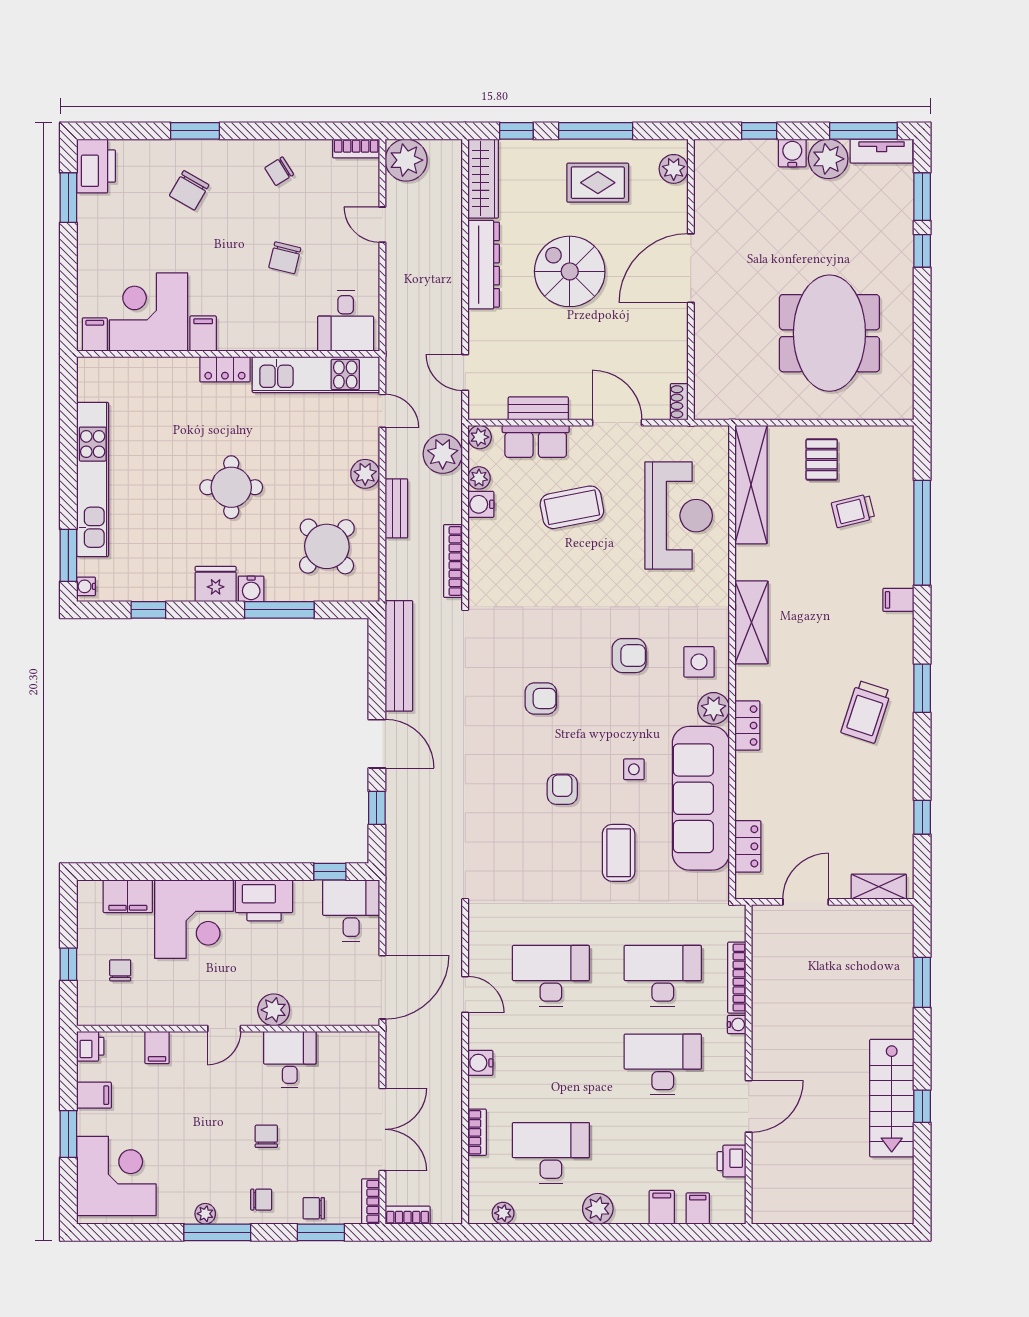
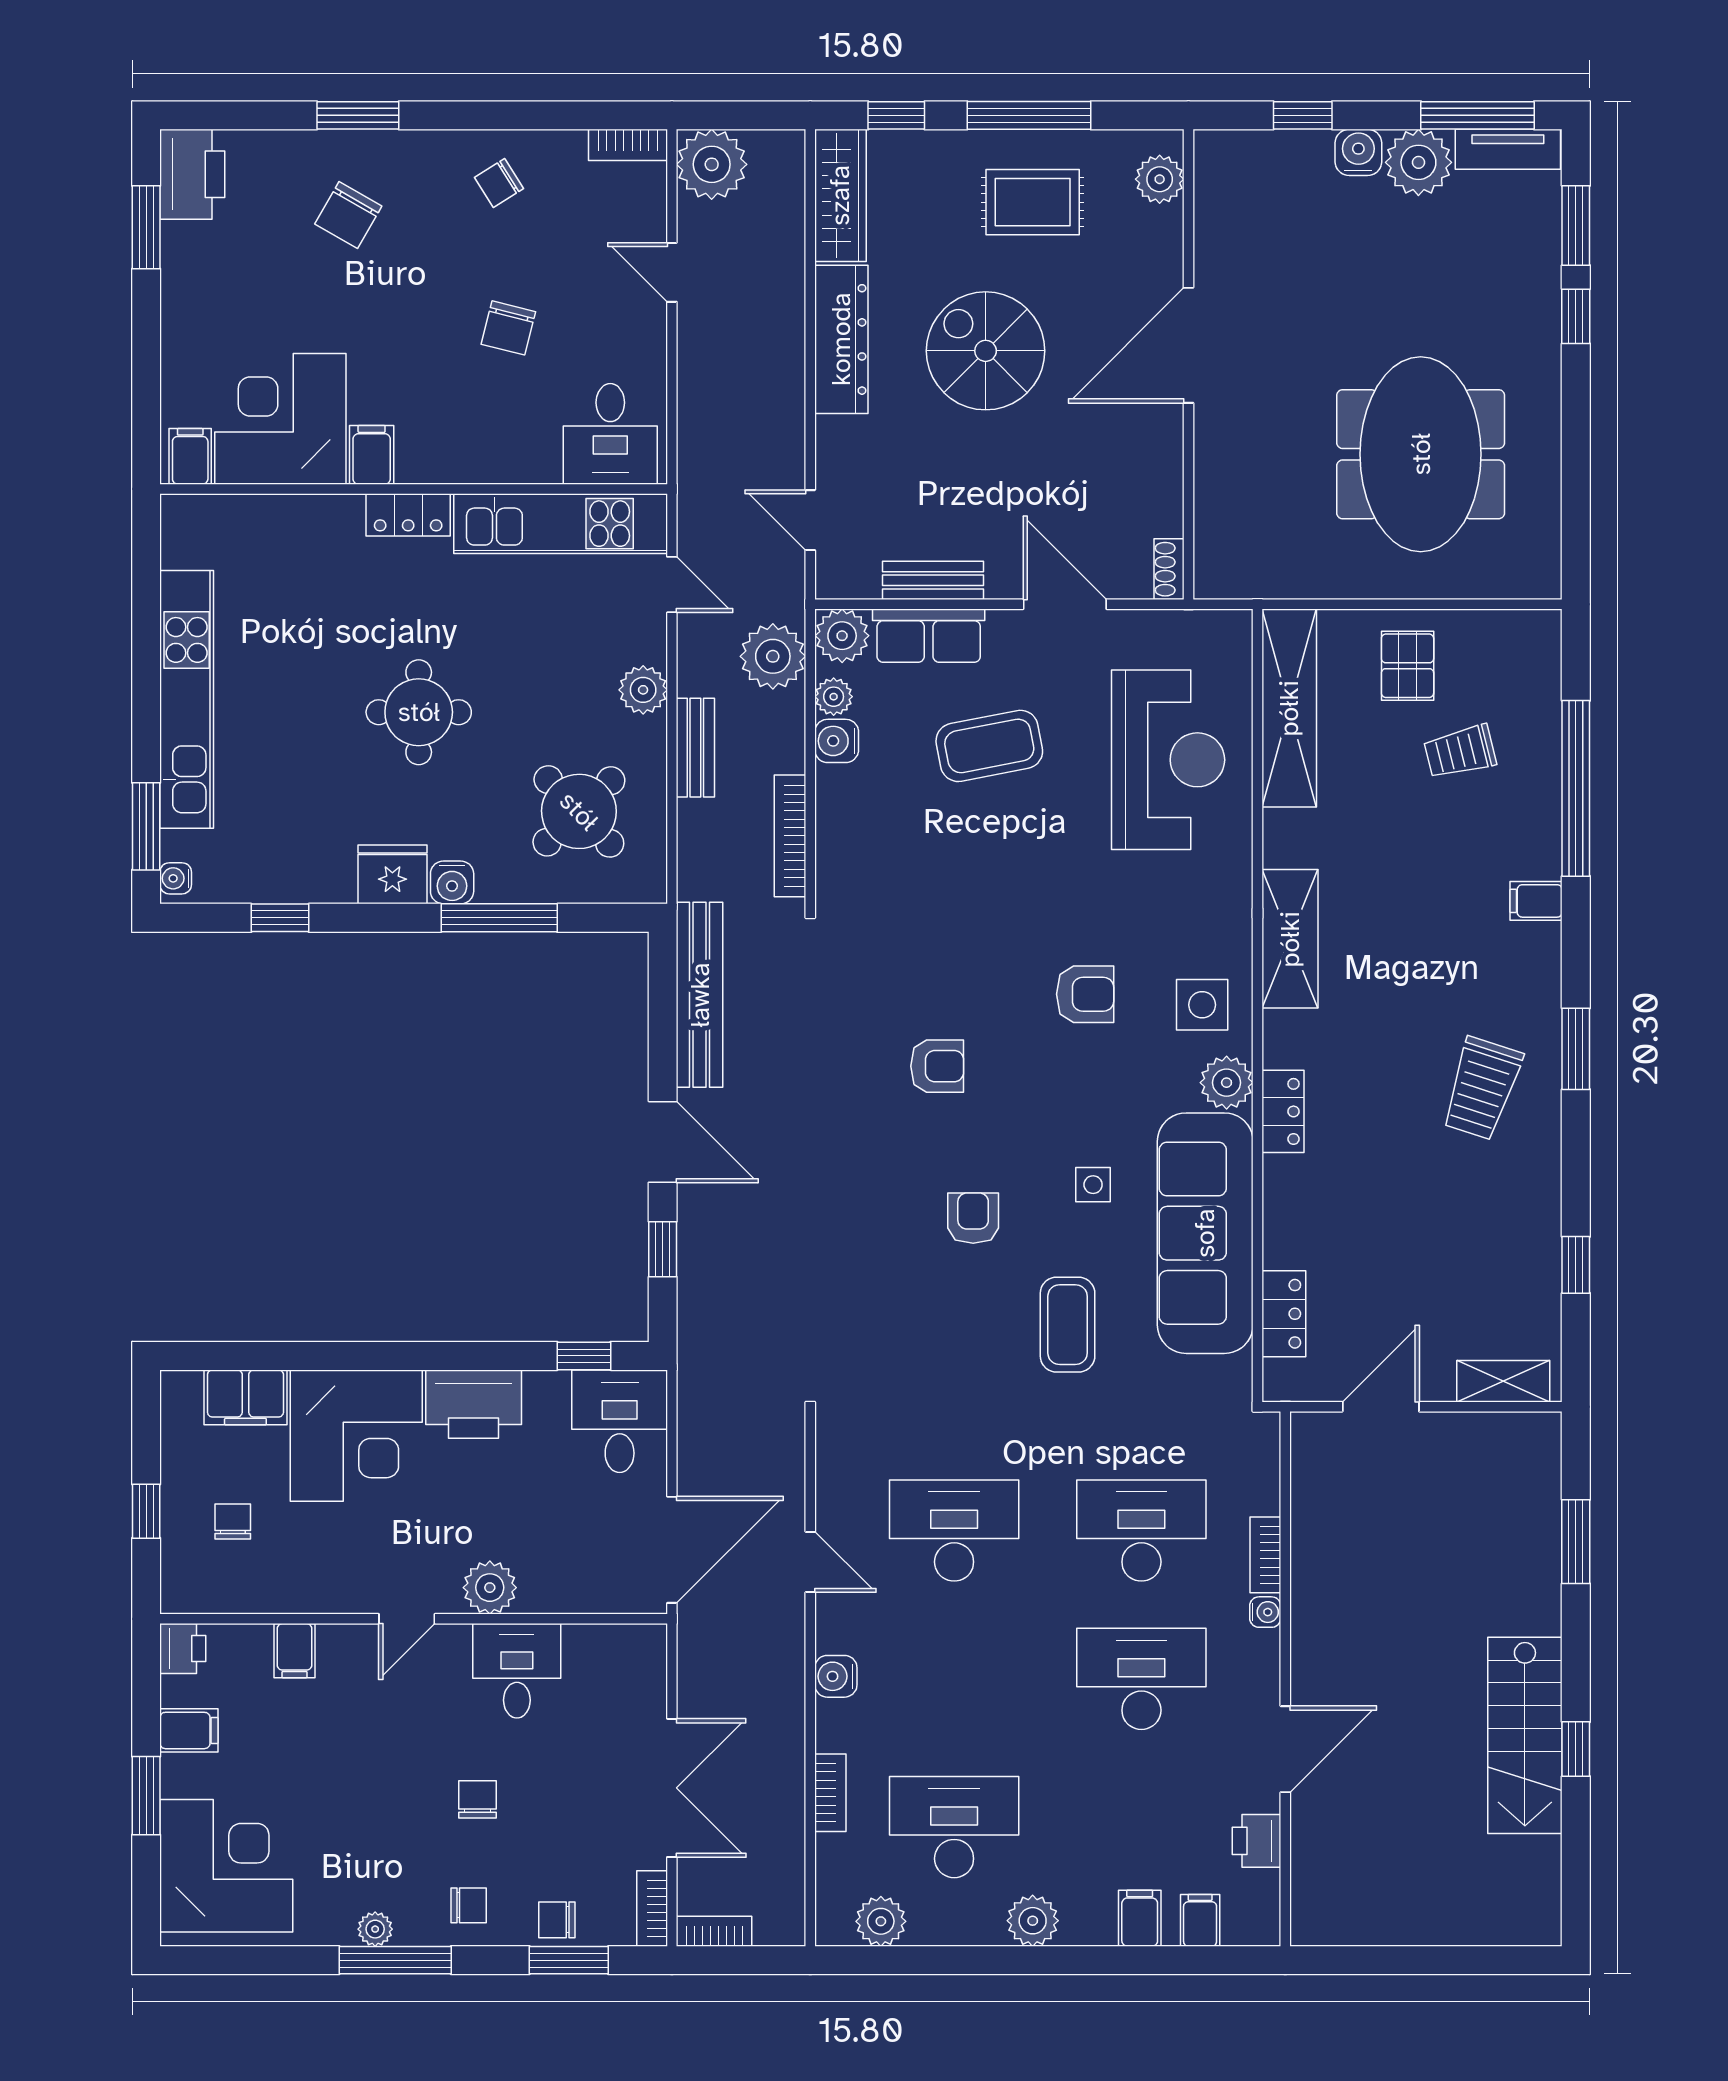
plant: (480, 437) -> (842, 636), width x1.38, depth x1.38
bookcase: (737, 978) -> (1265, 1555), width x0.64
plant: (503, 1213) -> (881, 1921), width x1.38, depth x1.38

